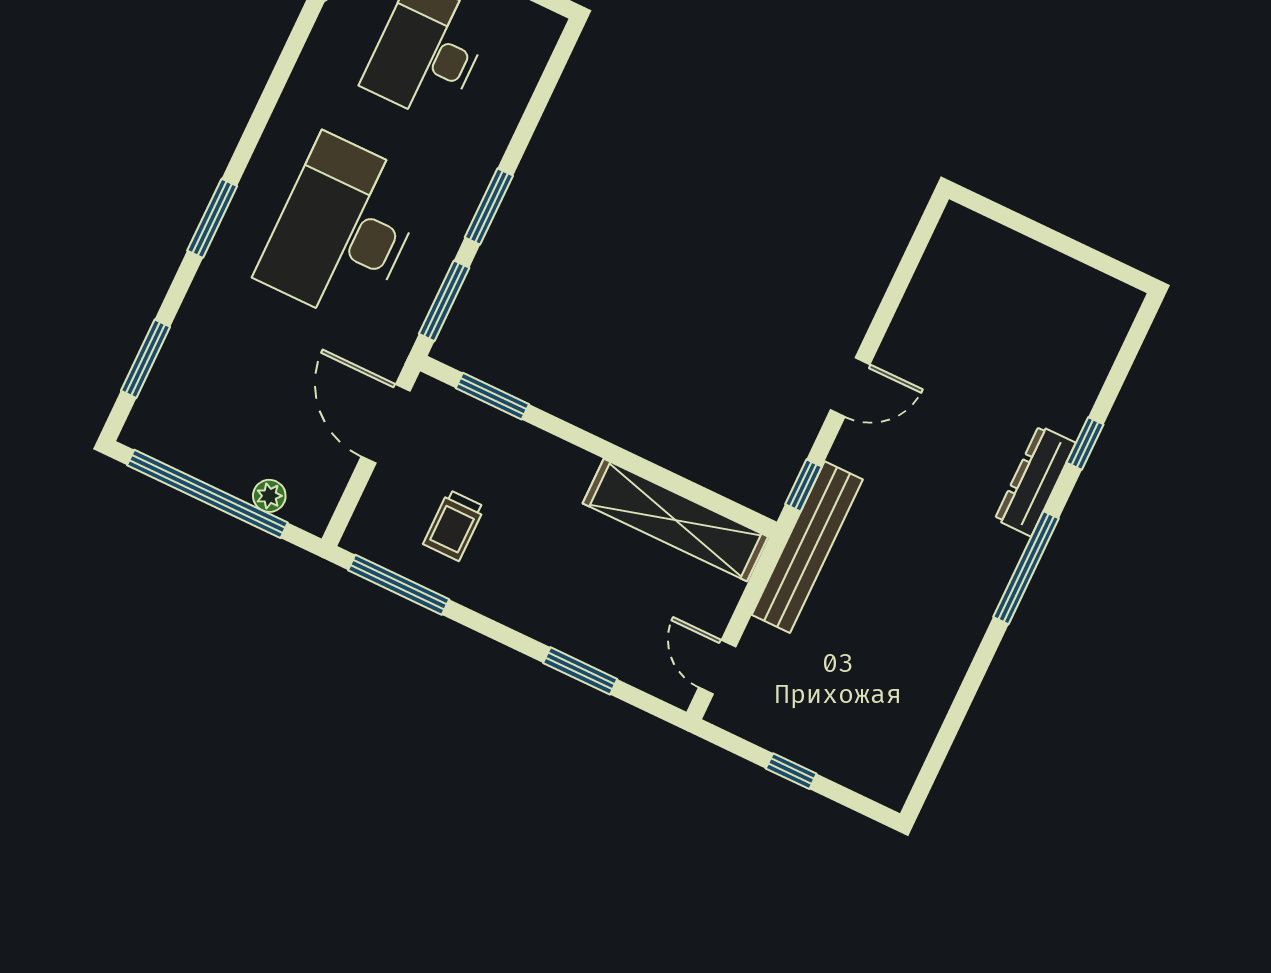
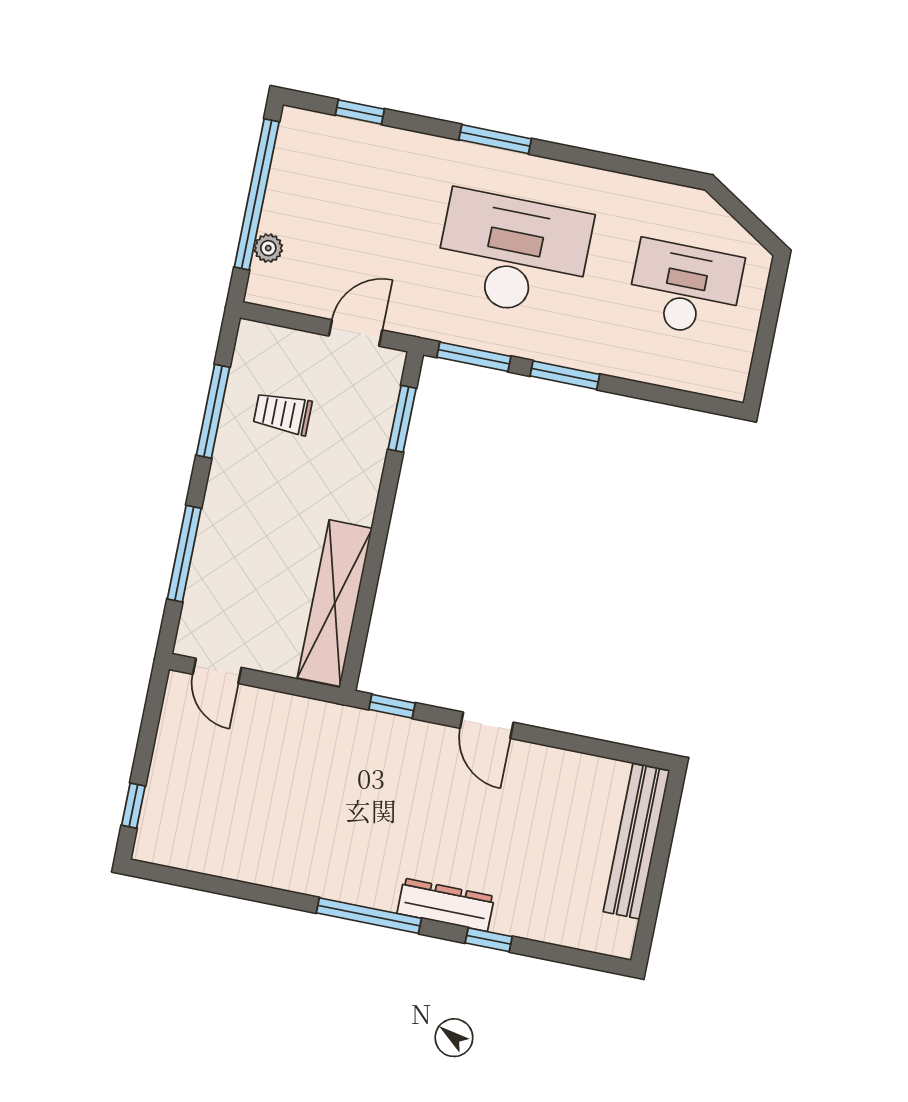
window: (145, 359) -> (360, 112), width x0.67
door: (386, 424) -> (355, 333), width x0.73
bench: (807, 547) -> (636, 841), moved, turned 90
window: (399, 585) -> (213, 411), moved
door: (717, 667) -> (217, 671), swing flipped
window: (580, 671) -> (184, 554), width x1.44
window: (791, 771) -> (133, 806), moved

